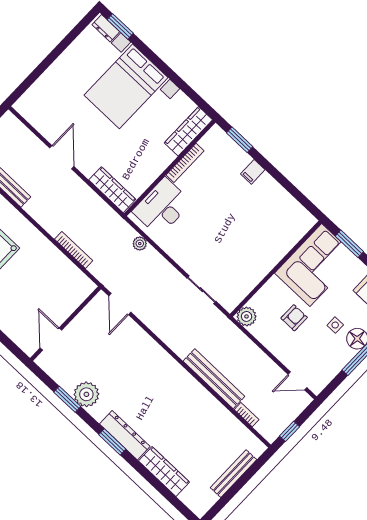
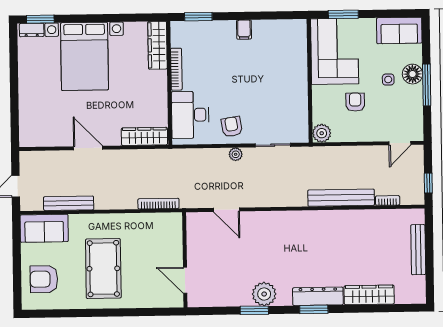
filing cabinet: (253, 172) -> (244, 30), moved
plant: (140, 244) -> (236, 154), moved
armchair: (184, 246) -> (232, 127), added
wall: (66, 324) -> (185, 260), moved
door: (51, 339) -> (185, 280), moved

